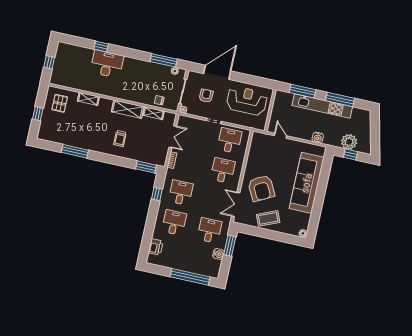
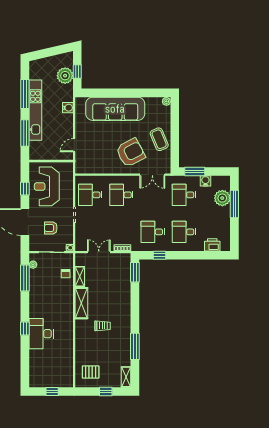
window: (101, 46) -> (25, 328), moved
window: (249, 79) -> (25, 189), added
shelving: (88, 99) -> (126, 377), moved
trolley: (120, 139) -> (103, 326), moved
plant: (198, 266) -> (222, 198), added
window: (190, 277) -> (234, 204), width x0.68

